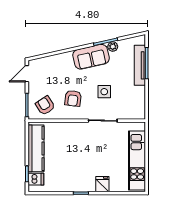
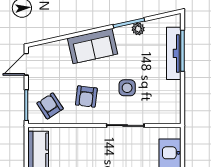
sofa: (91, 57) -> (92, 46), moved

